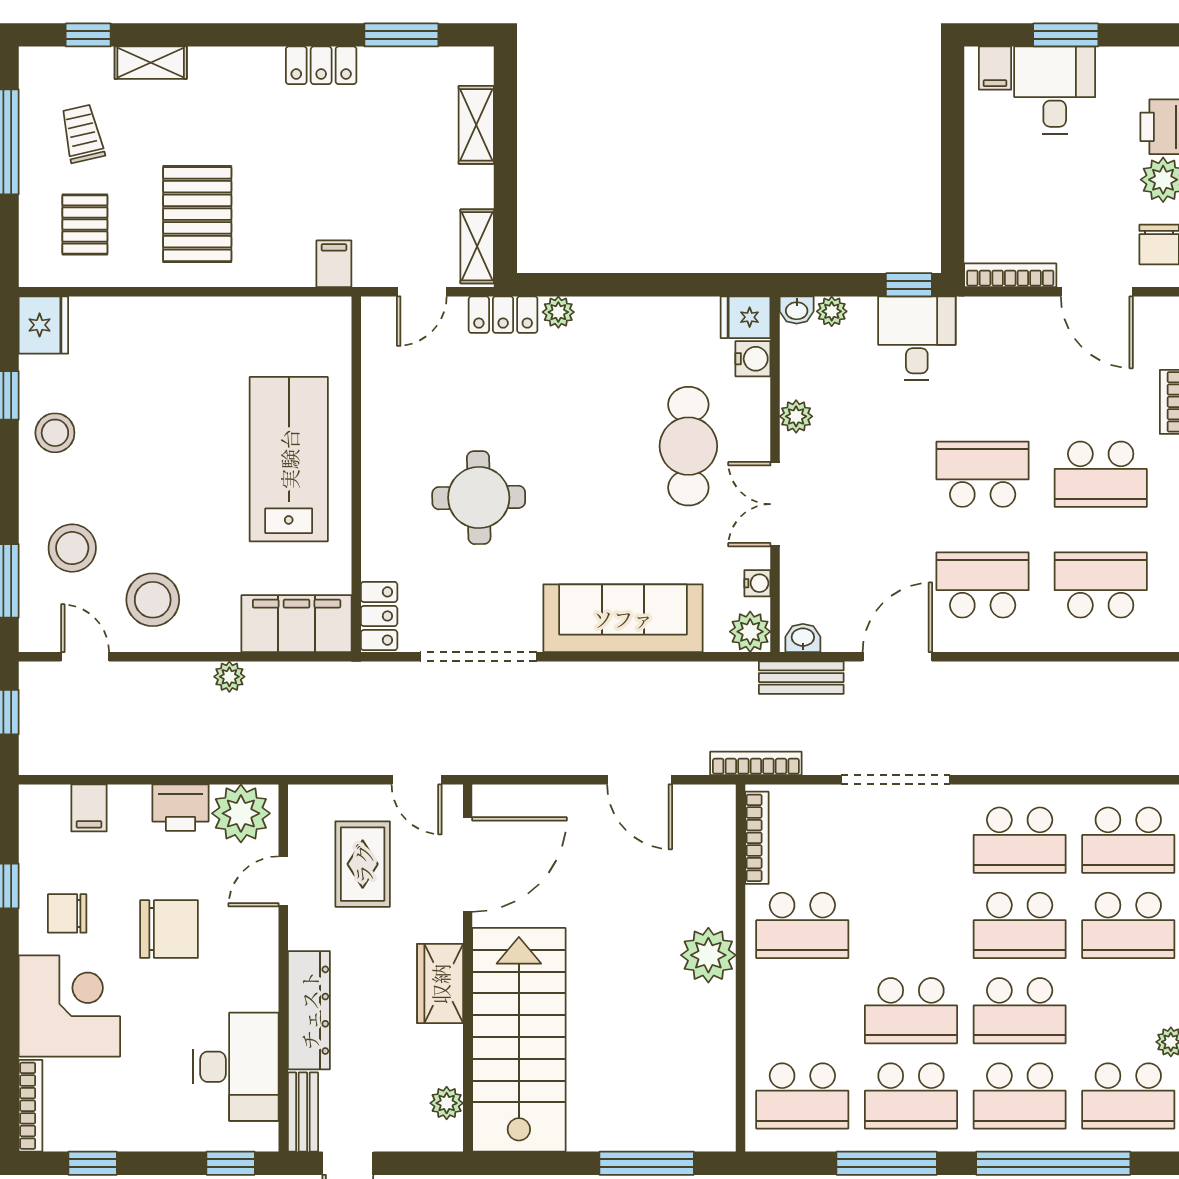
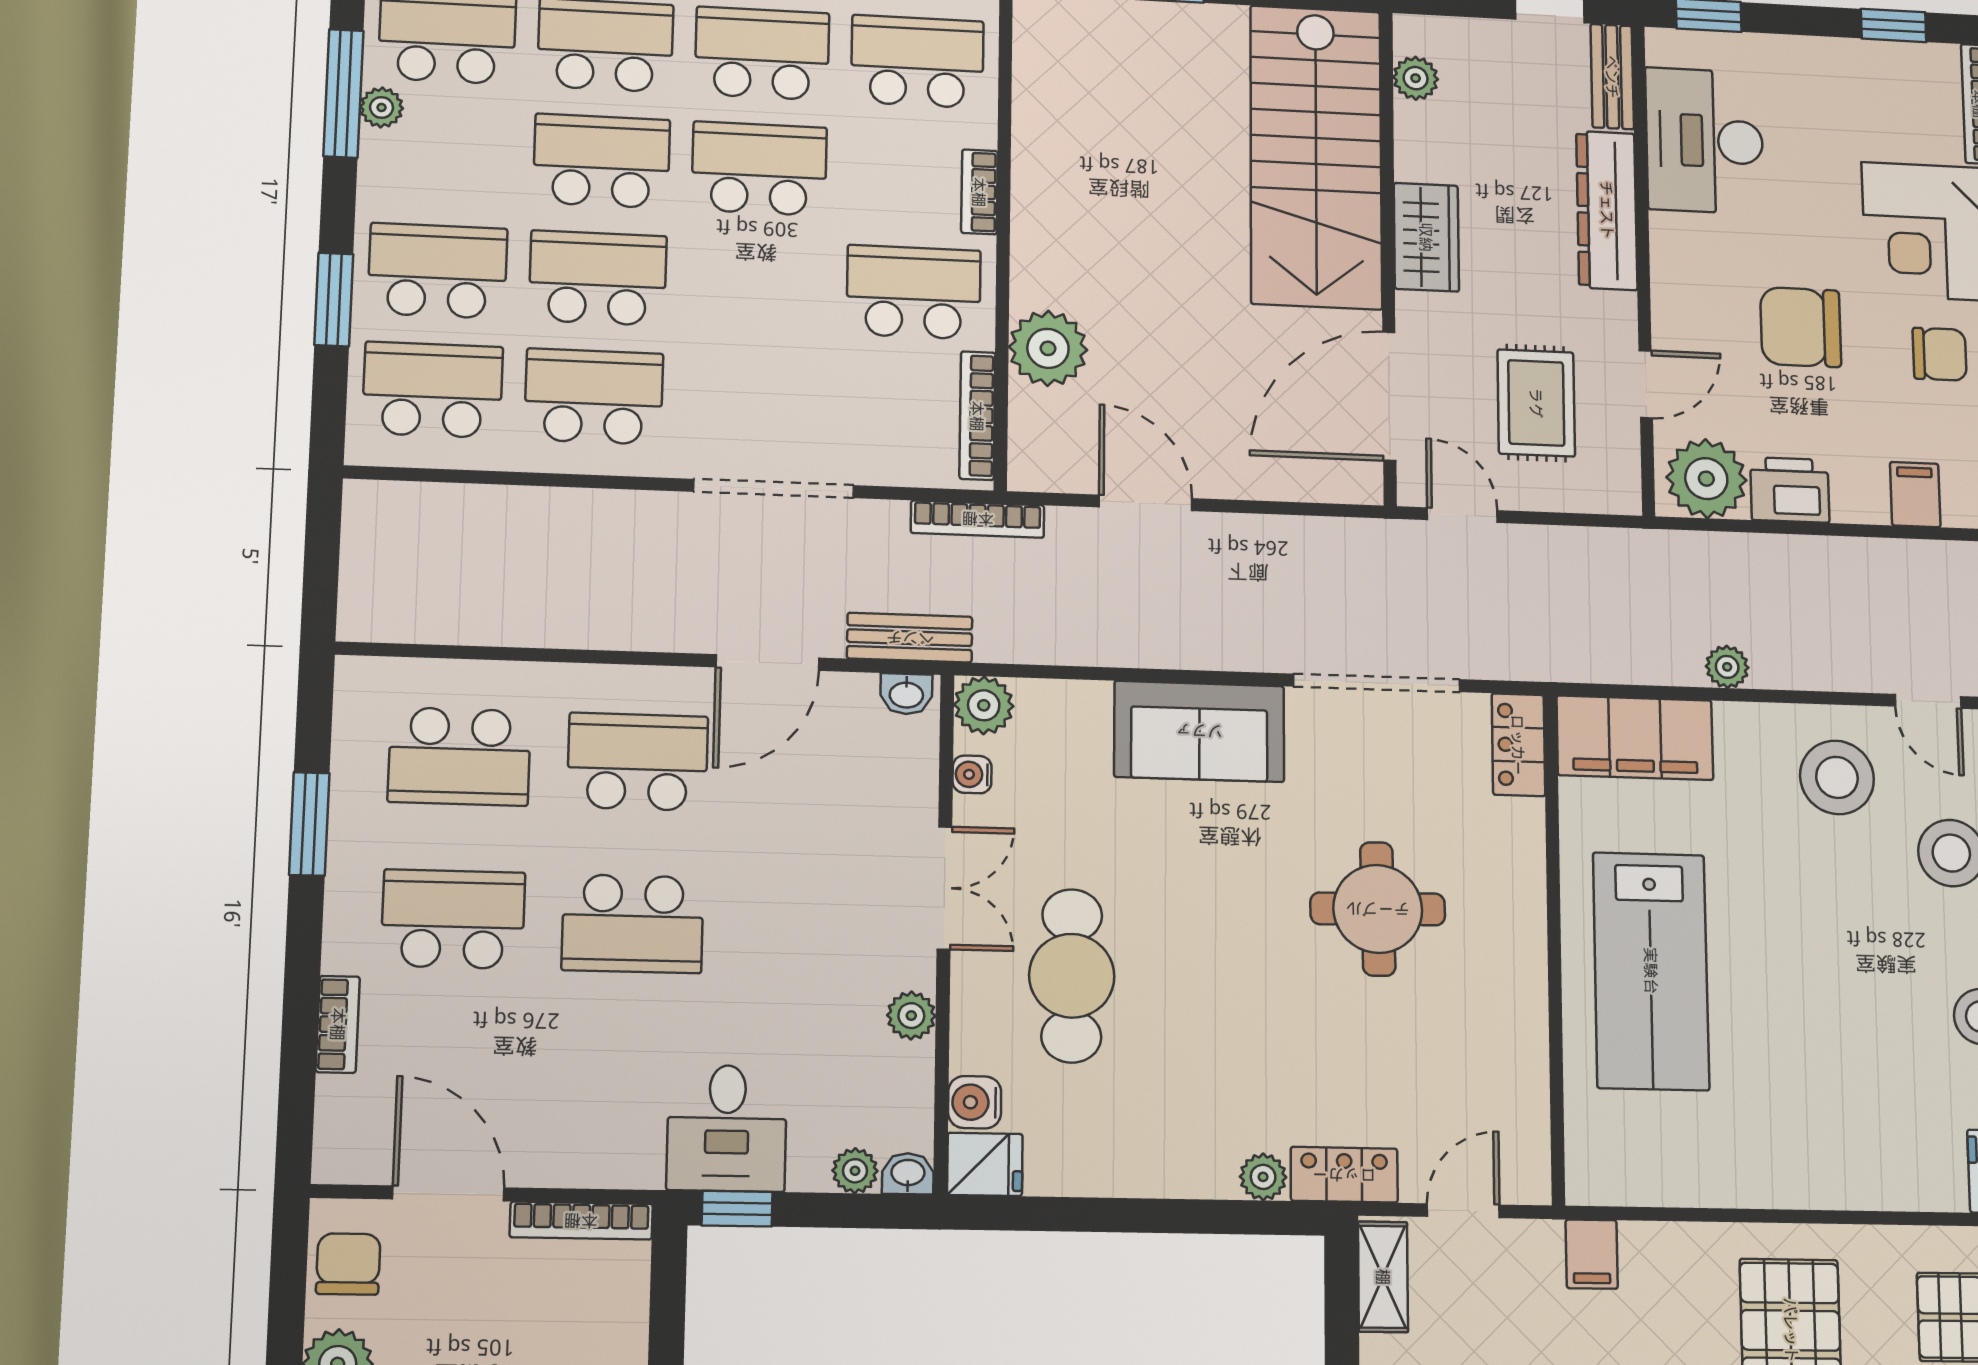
school desk: (983, 585) -> (638, 762), turned 180
sofa: (623, 618) -> (1199, 731), width x0.73
plant: (708, 955) -> (1048, 348), moved
bookcase: (757, 1001) -> (979, 192), added

